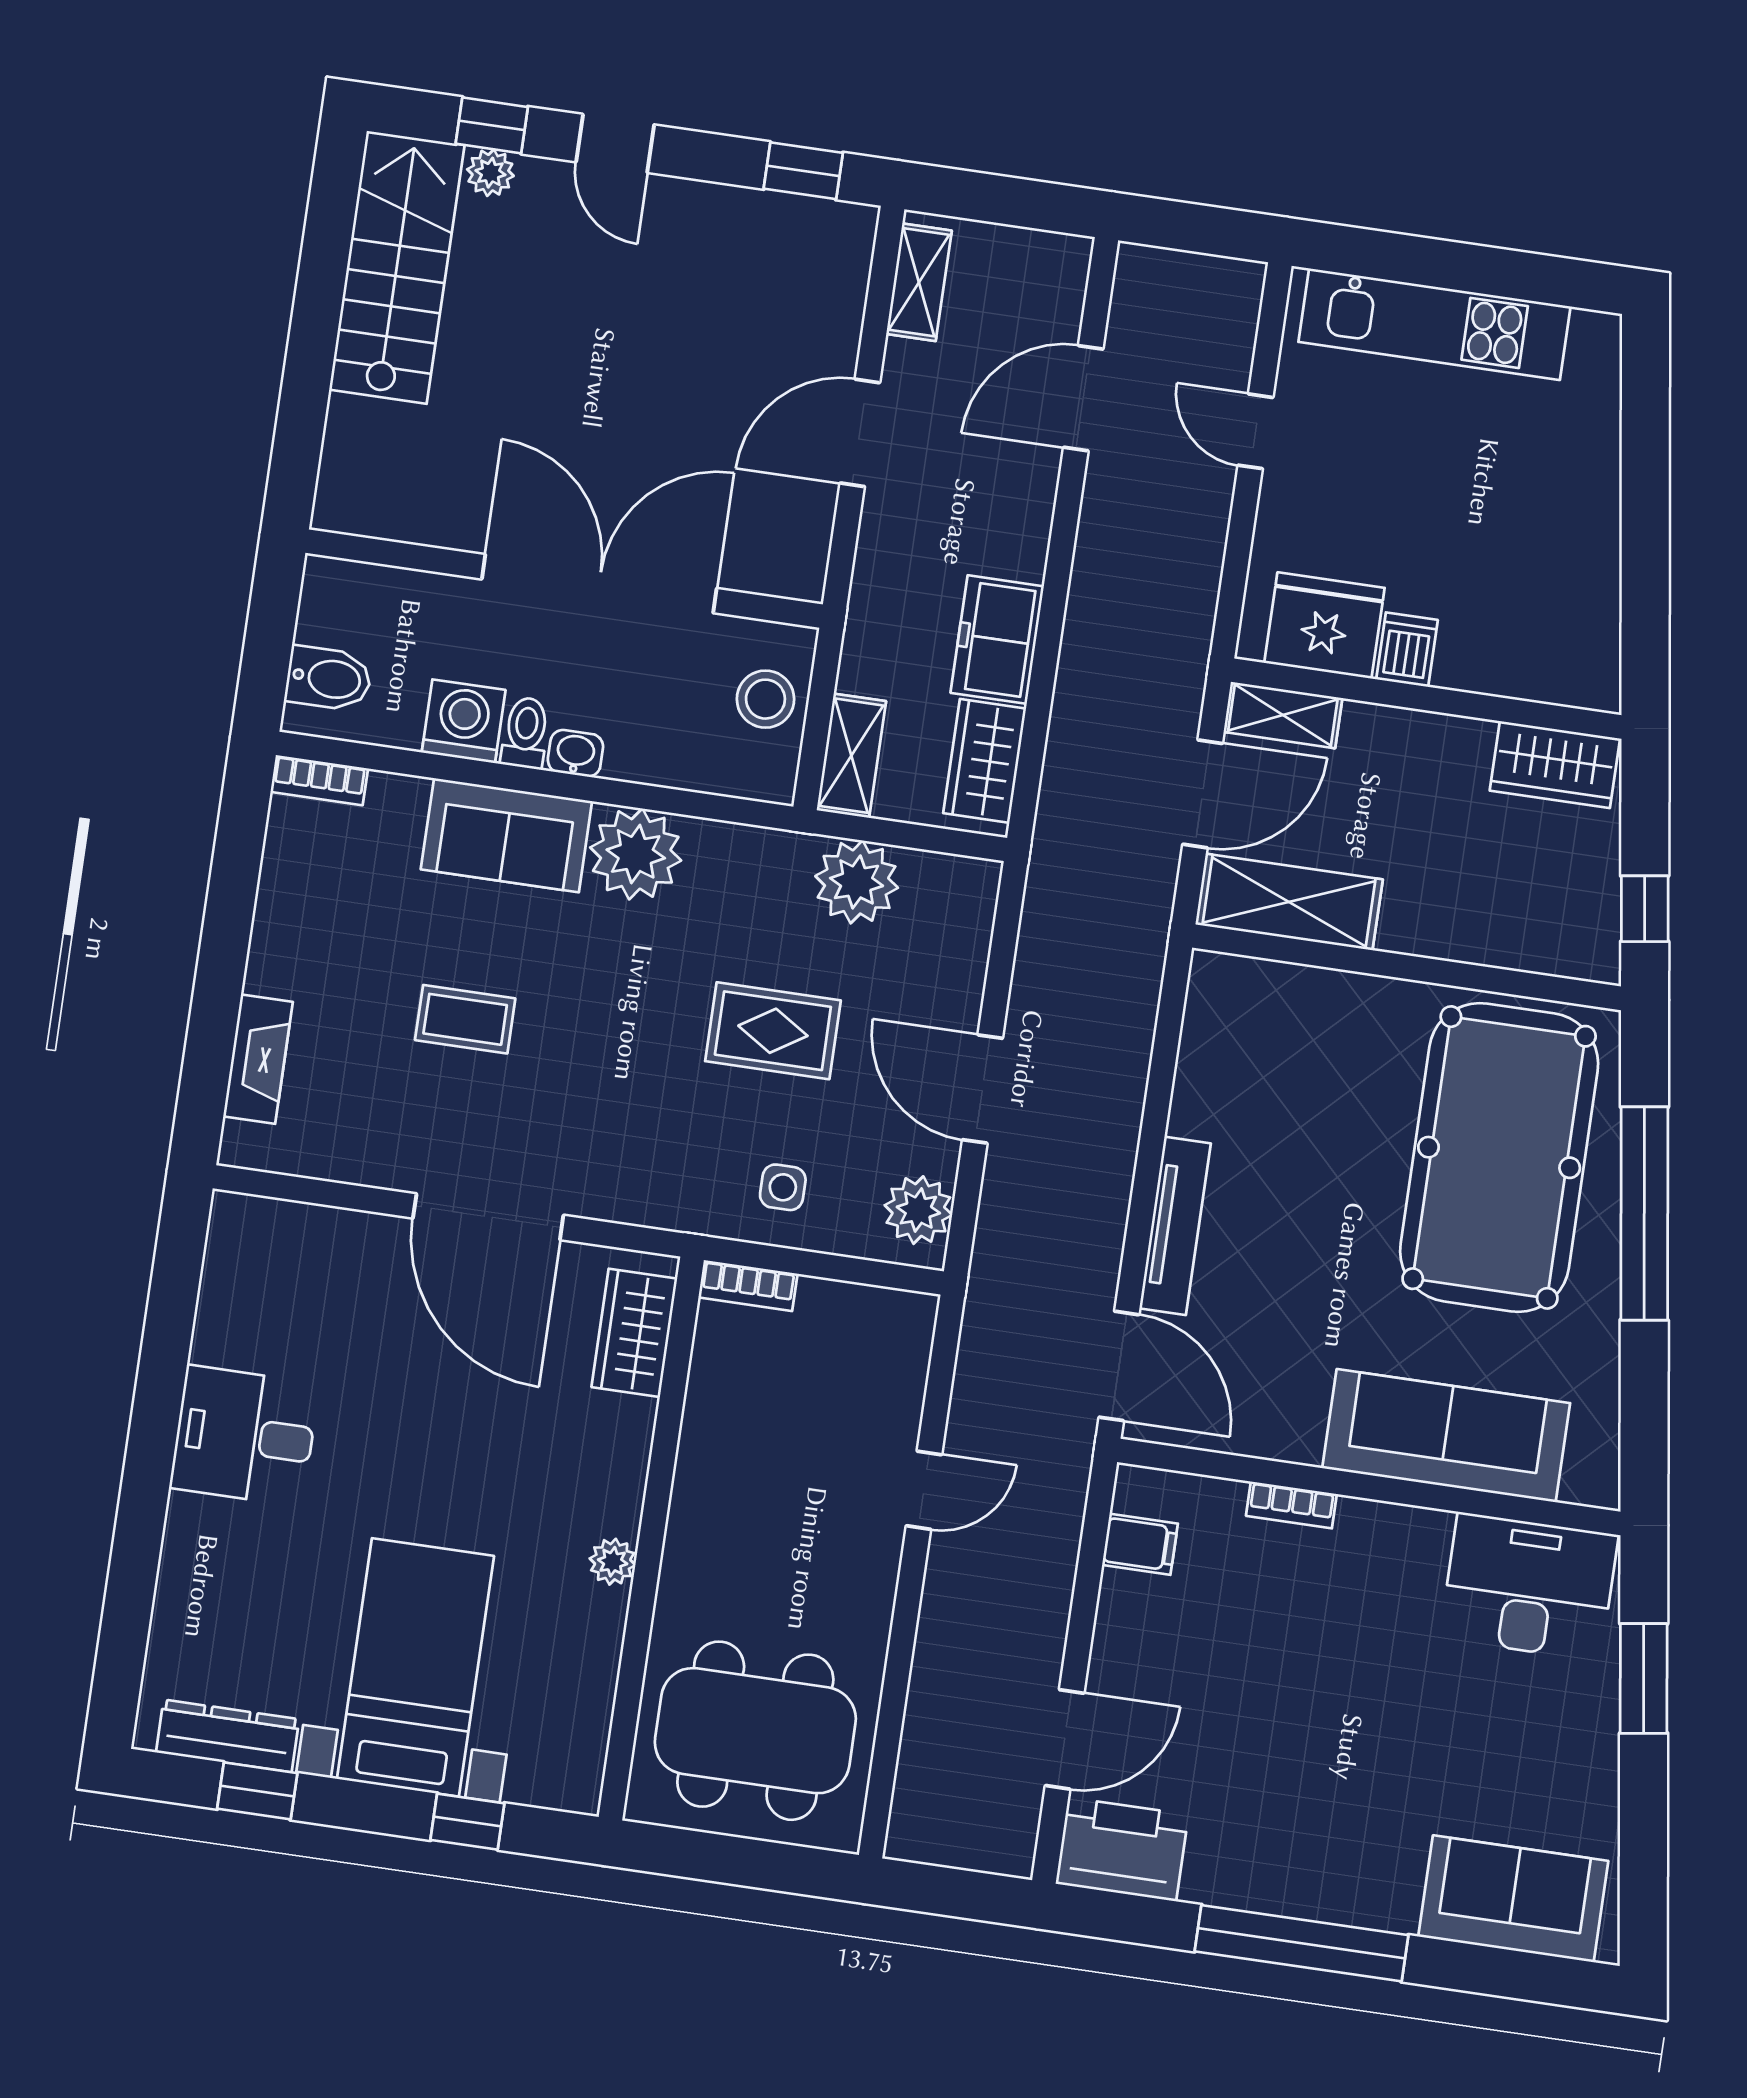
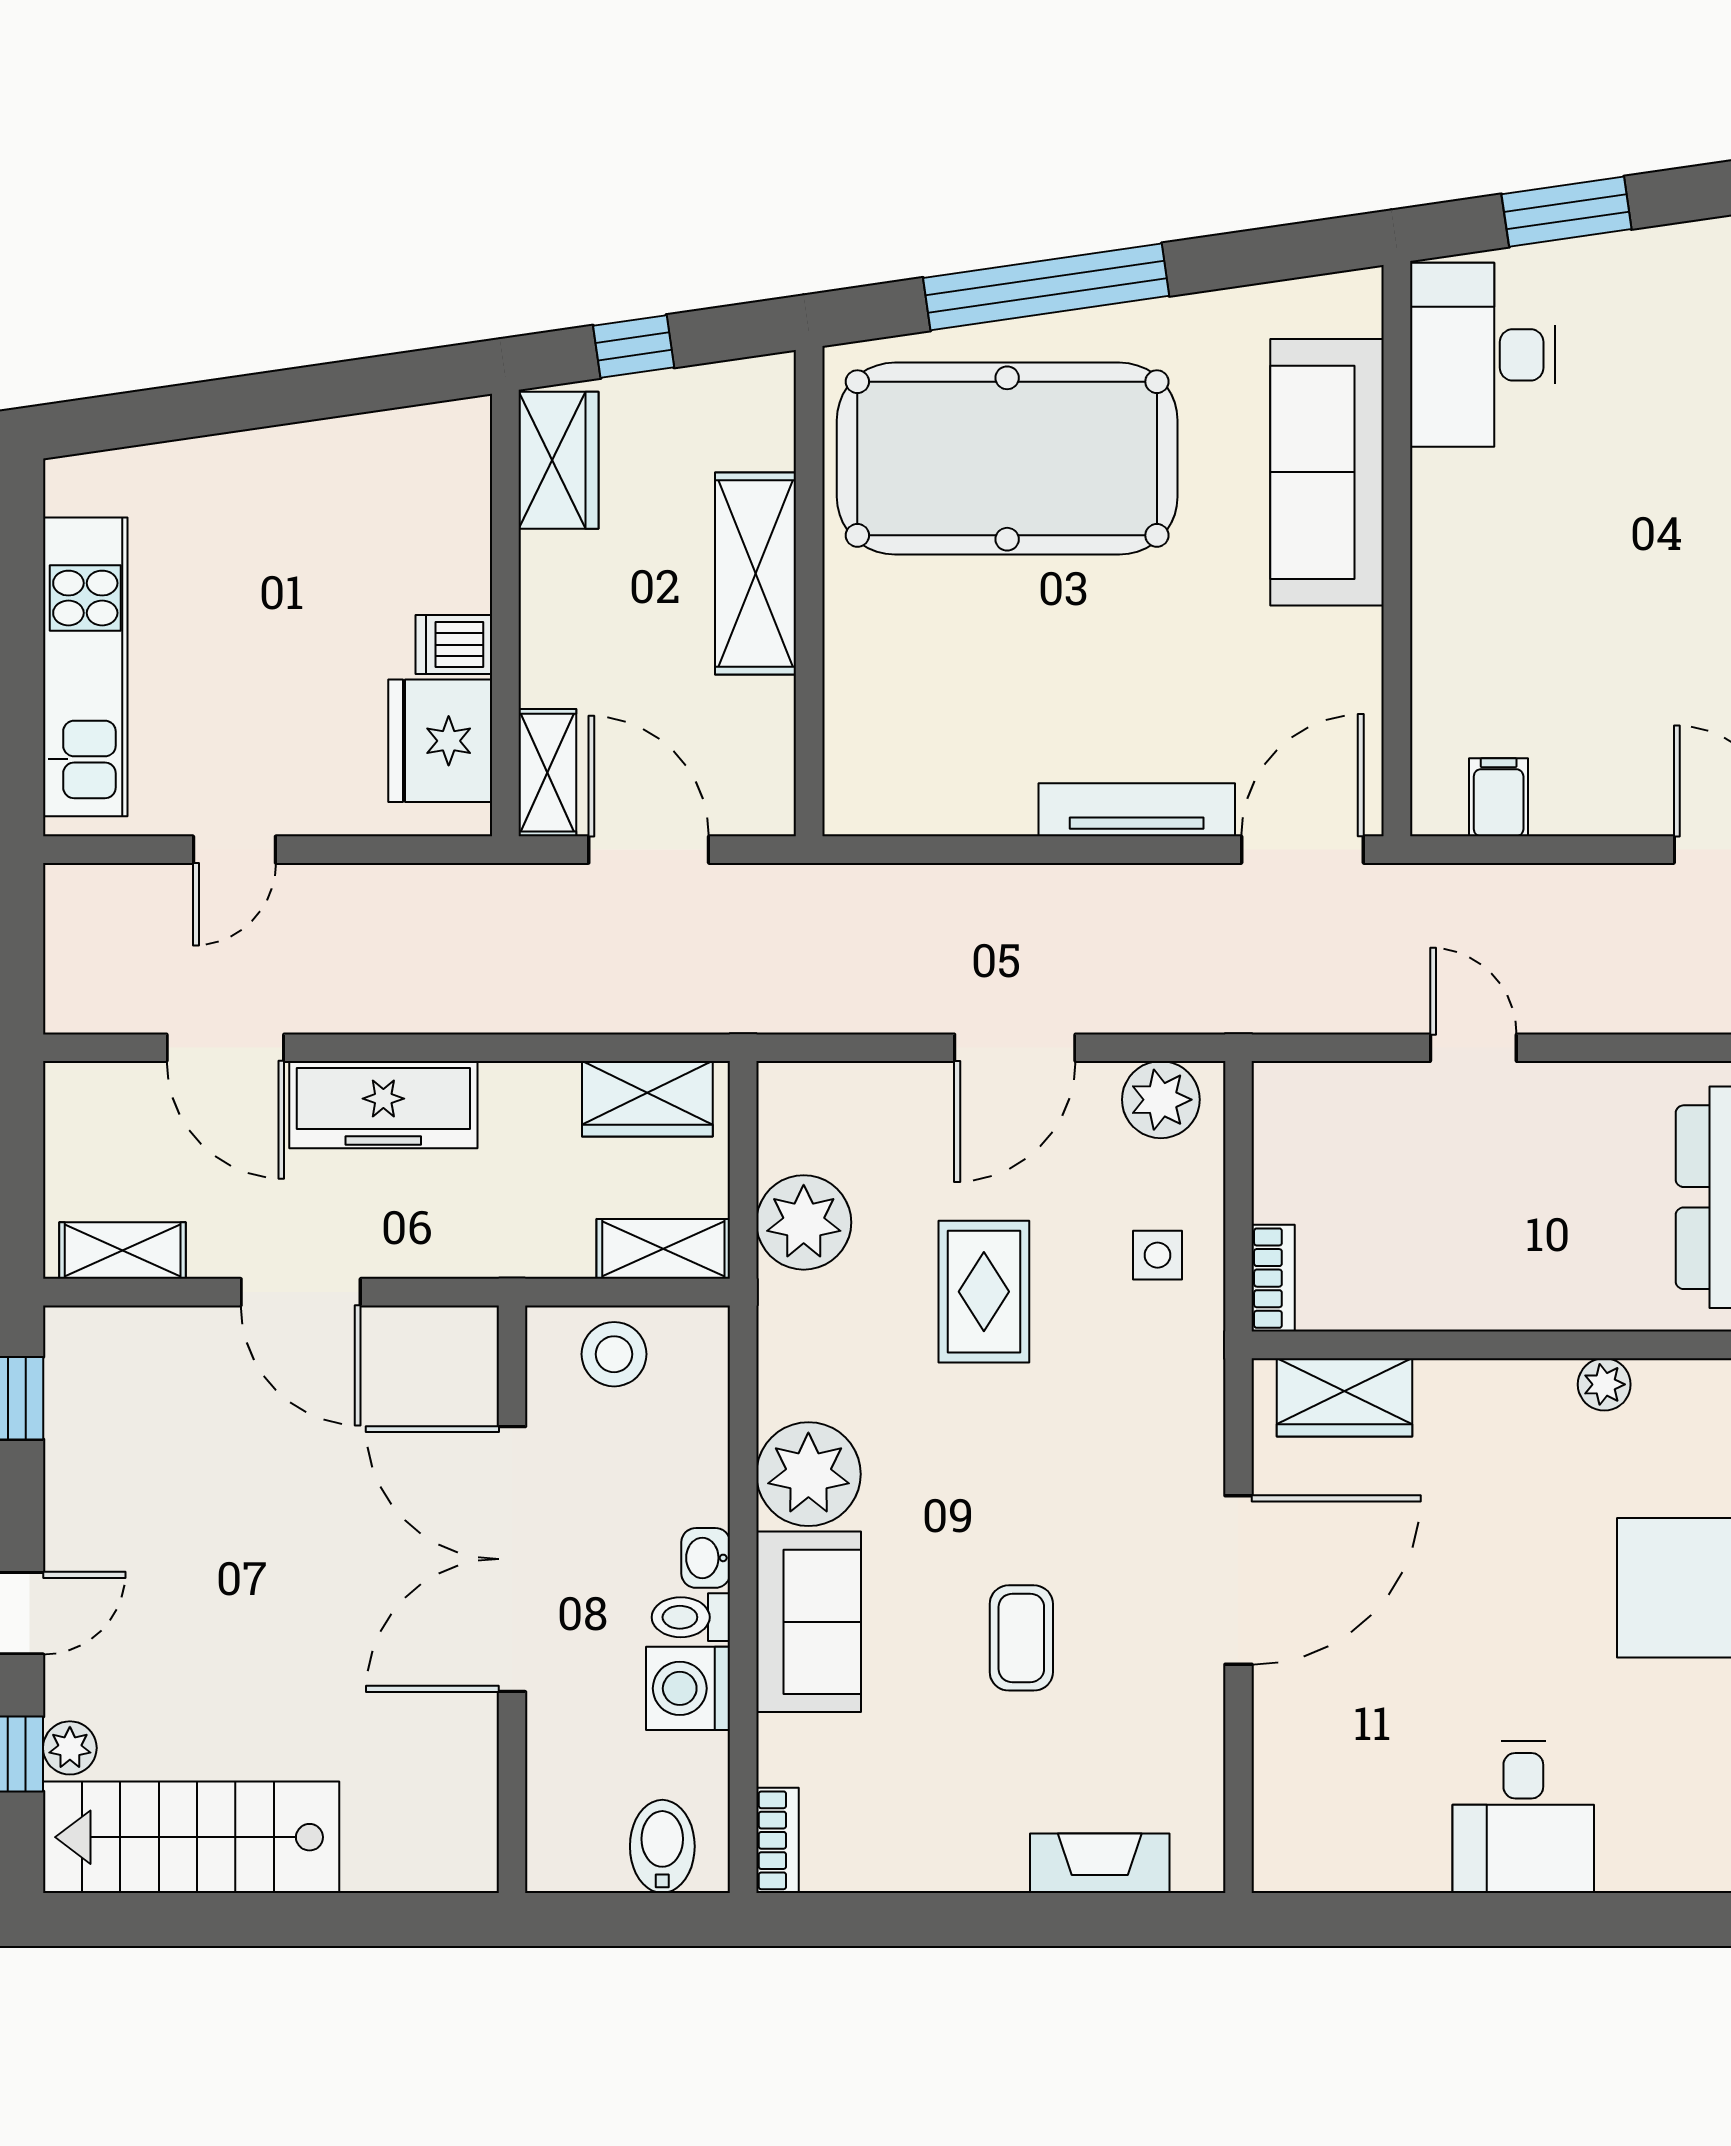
freezer: (997, 640) -> (383, 1105), moved, width x1.40
shelving: (1289, 902) -> (756, 573), moved
window: (1645, 909) -> (634, 347), moved
bookcase: (1291, 1505) -> (1430, 634), removed

